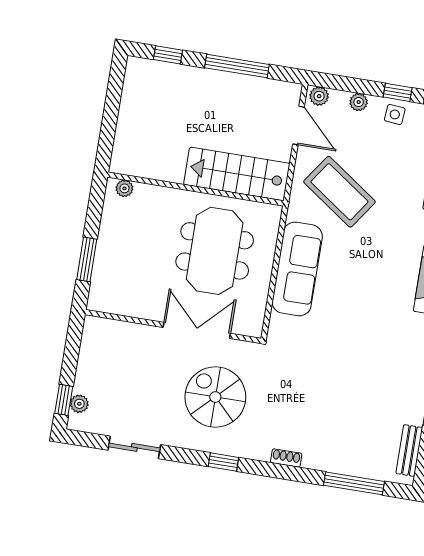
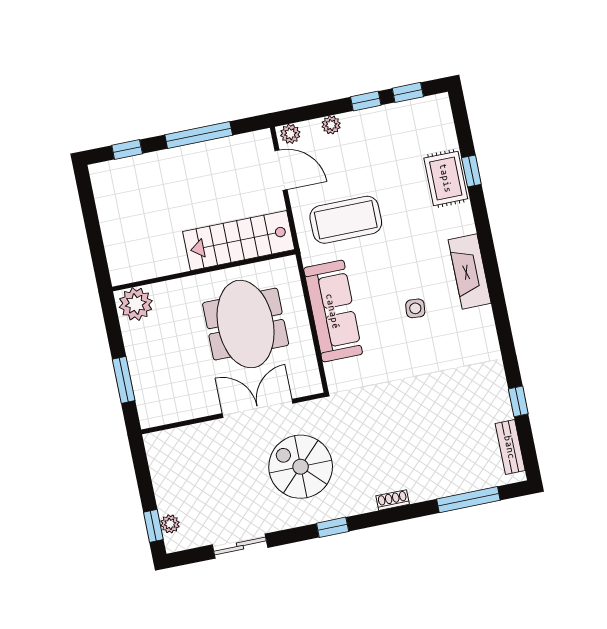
side table: (395, 114) -> (415, 308), moved
plant: (124, 188) -> (136, 304), width x1.88, depth x1.88
coffee table: (339, 192) -> (346, 220), turned -35

